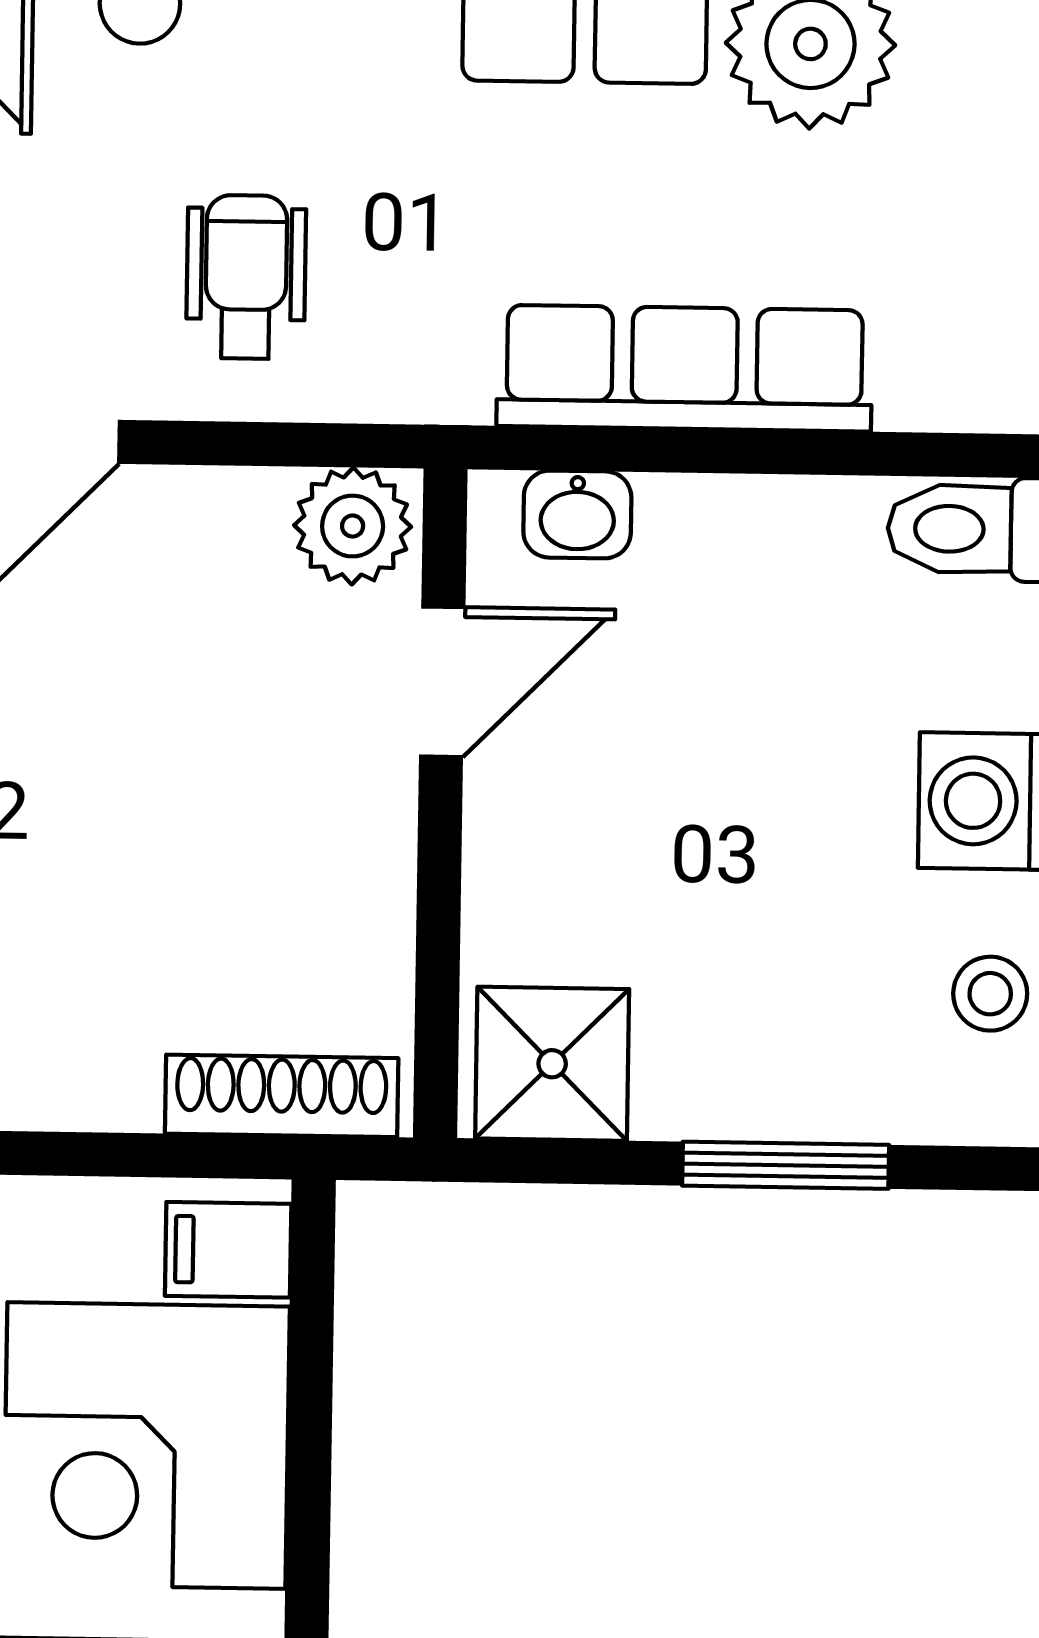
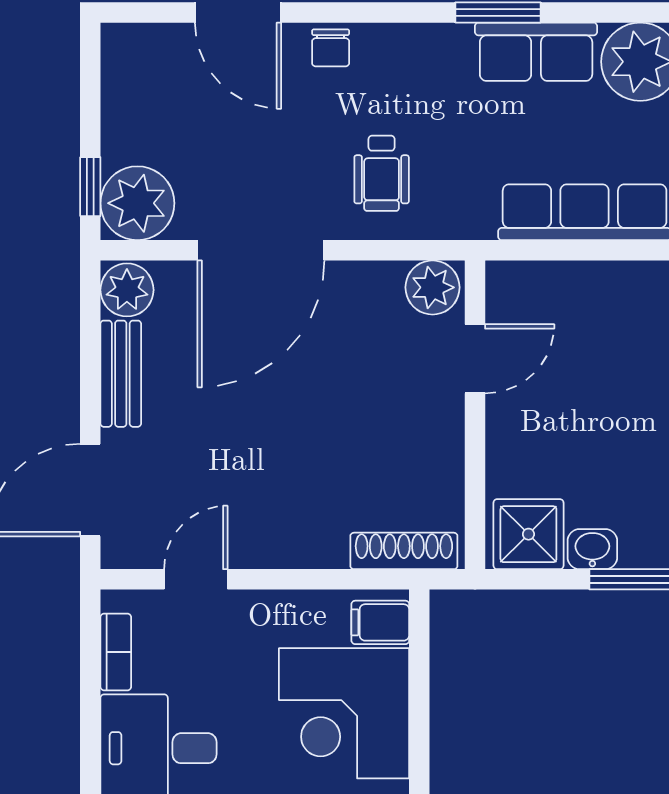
wheelchair: (246, 277) -> (382, 173), turned 180
washbasin: (577, 514) -> (592, 549), moved, turned 180

